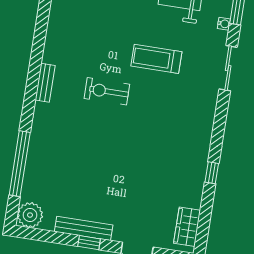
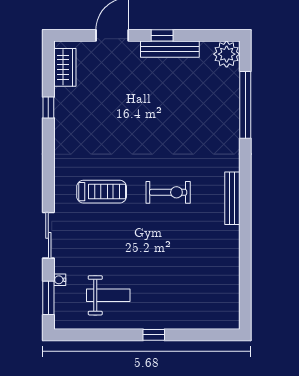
treadmill: (156, 59) -> (102, 192), moved
bench: (45, 83) -> (232, 198), width x1.36
window: (212, 173) -> (48, 108), moved

